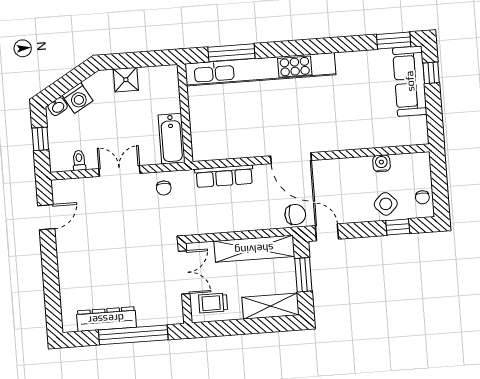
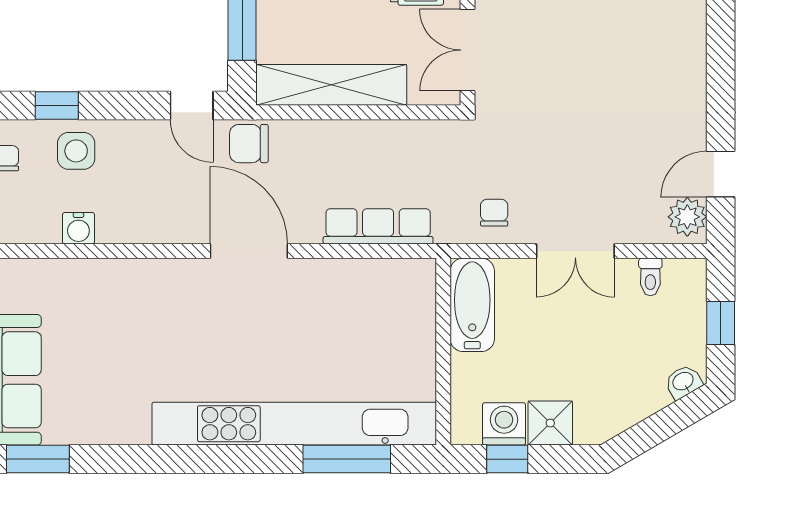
window: (147, 59) -> (507, 459), added
washing machine: (78, 98) -> (504, 424), moved, turned 30
plant: (62, 193) -> (687, 217), added
side table: (386, 204) -> (76, 151), turned 45

